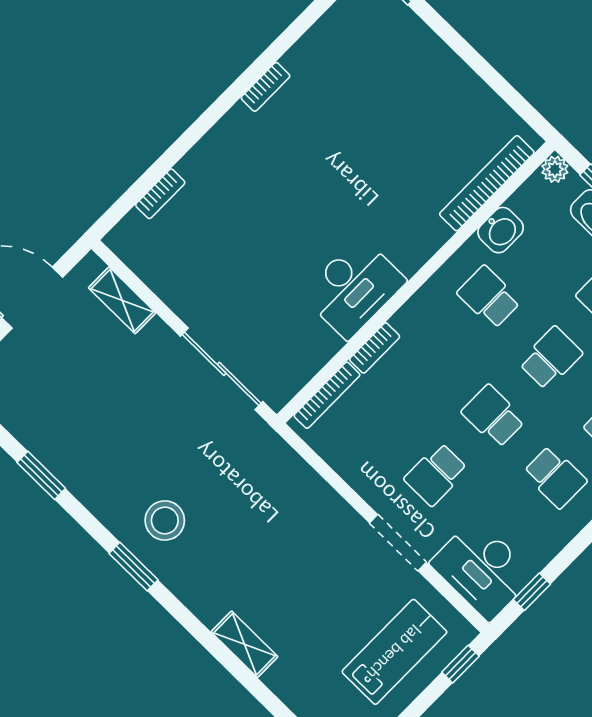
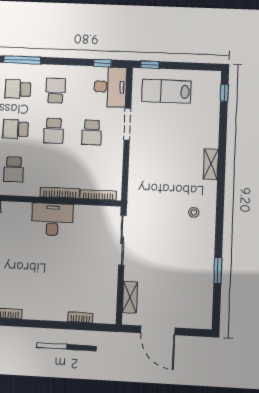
bookcase: (375, 348) -> (60, 193), width x1.56
school desk: (436, 474) -> (92, 132), turned 90
stool: (165, 521) -> (194, 212), width x0.53, depth x0.53
window: (134, 567) -> (220, 209), removed
shelving: (244, 644) -> (211, 164), moved

